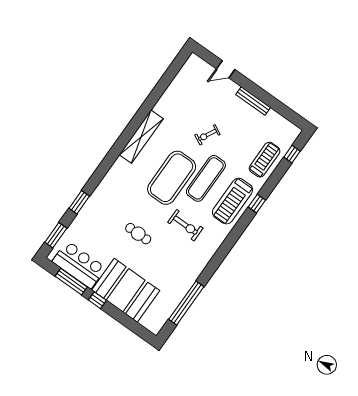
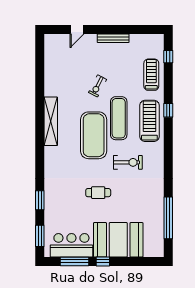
treadmill: (233, 201) -> (149, 121), turned 180

